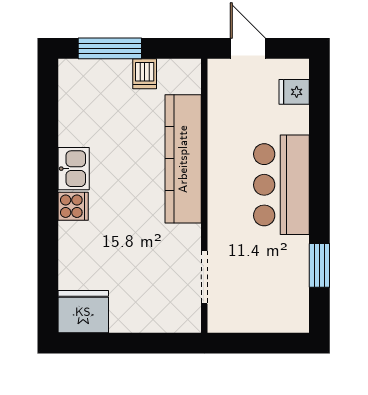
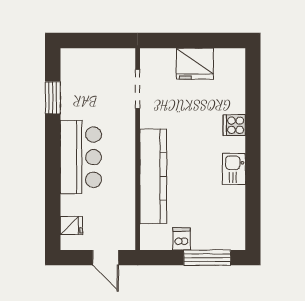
cooker: (73, 206) -> (234, 125), moved
fridge: (83, 312) -> (195, 64), moved

